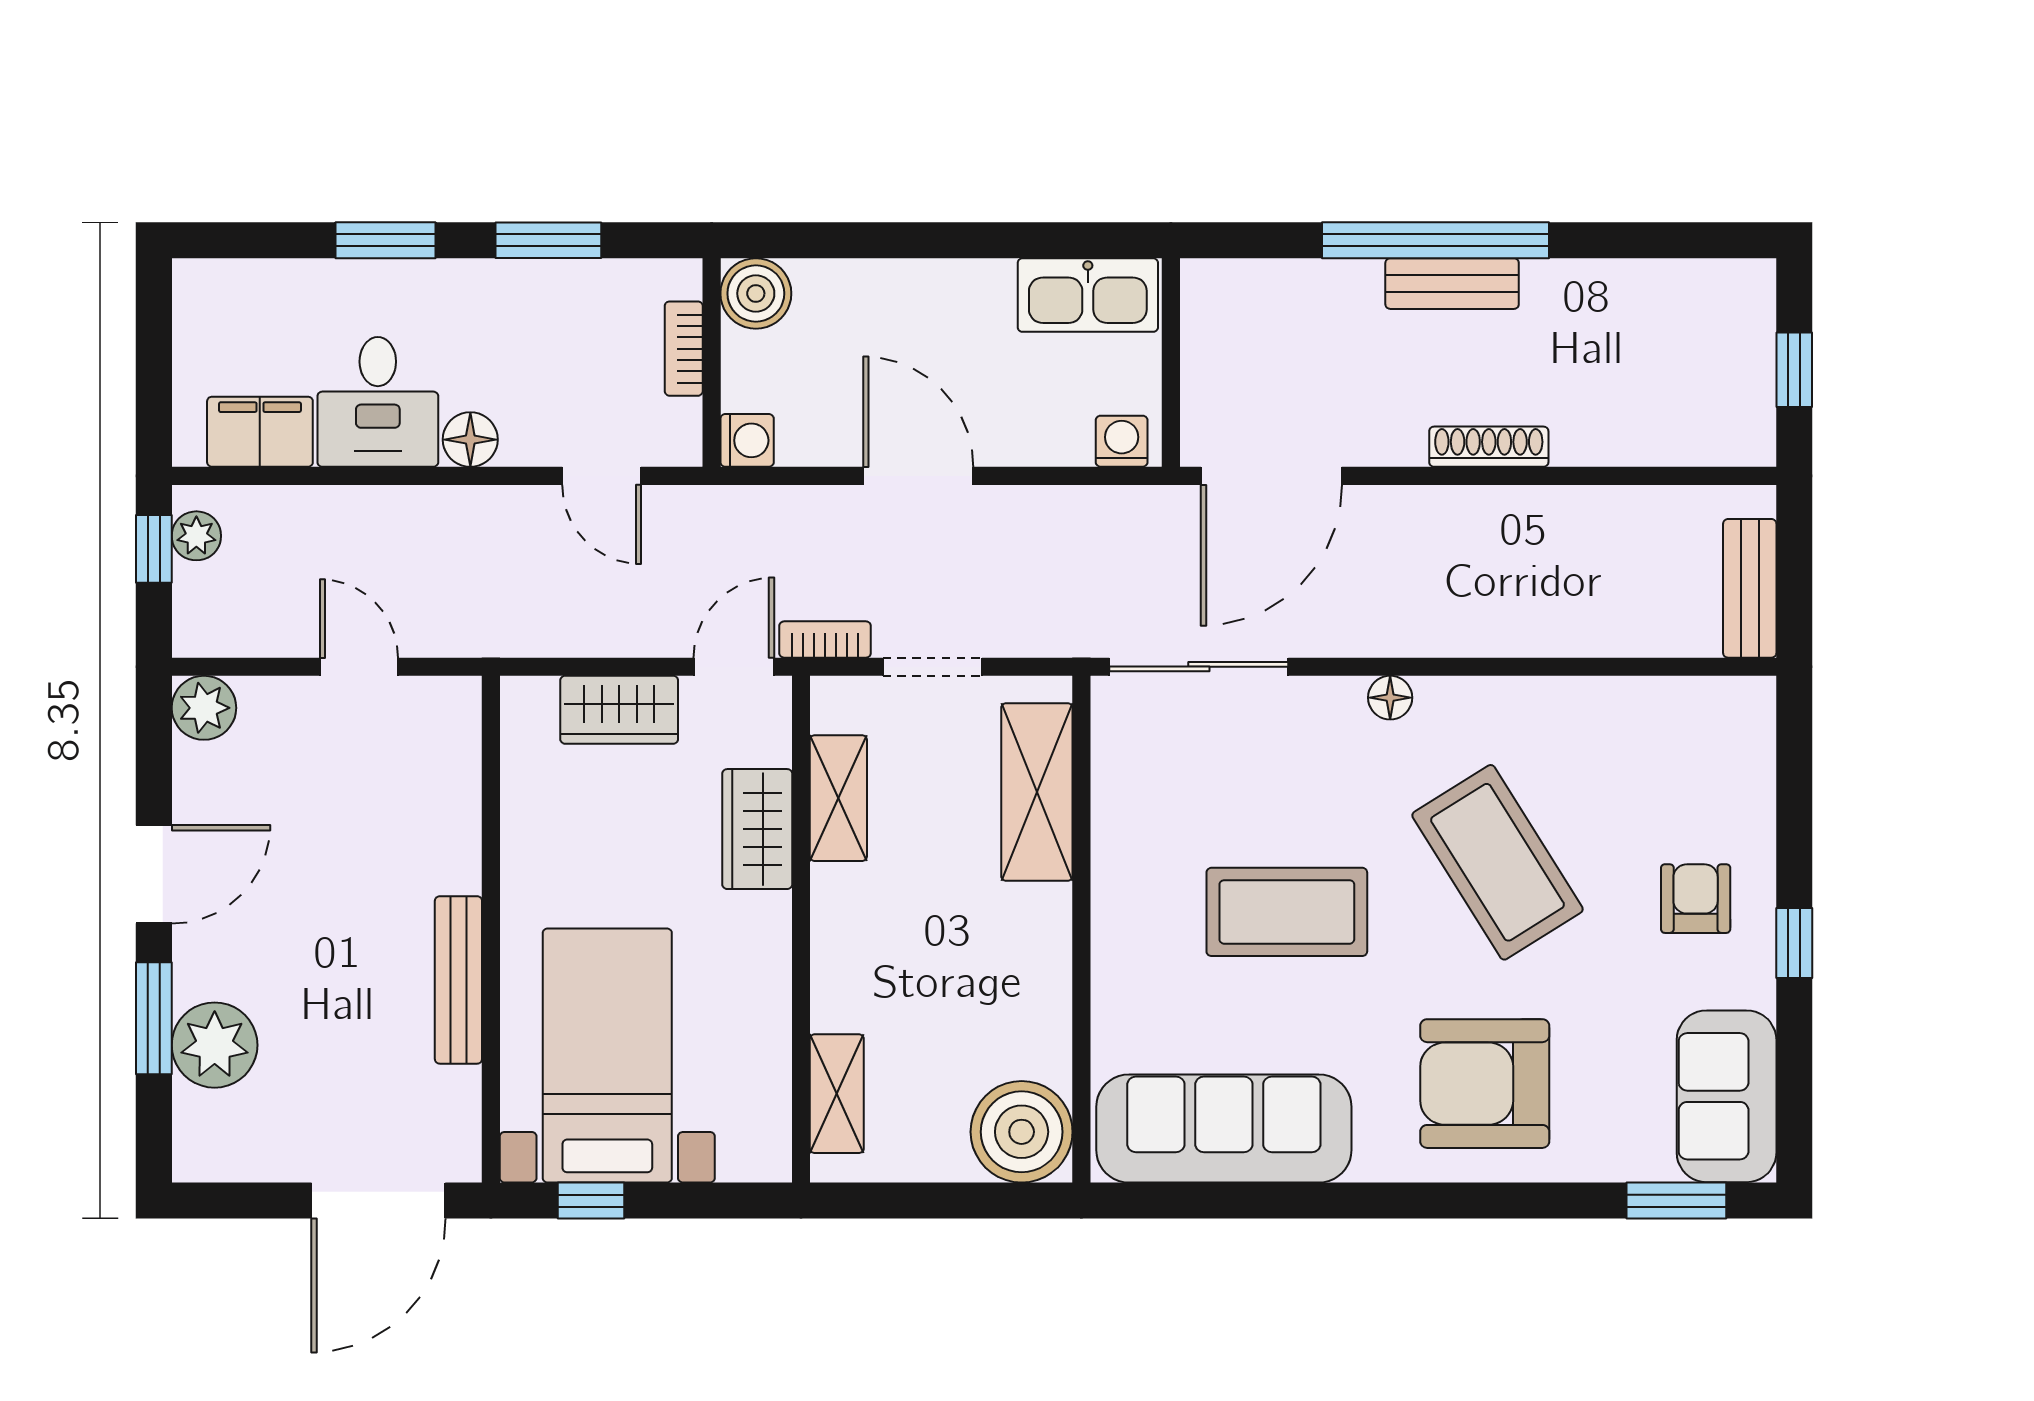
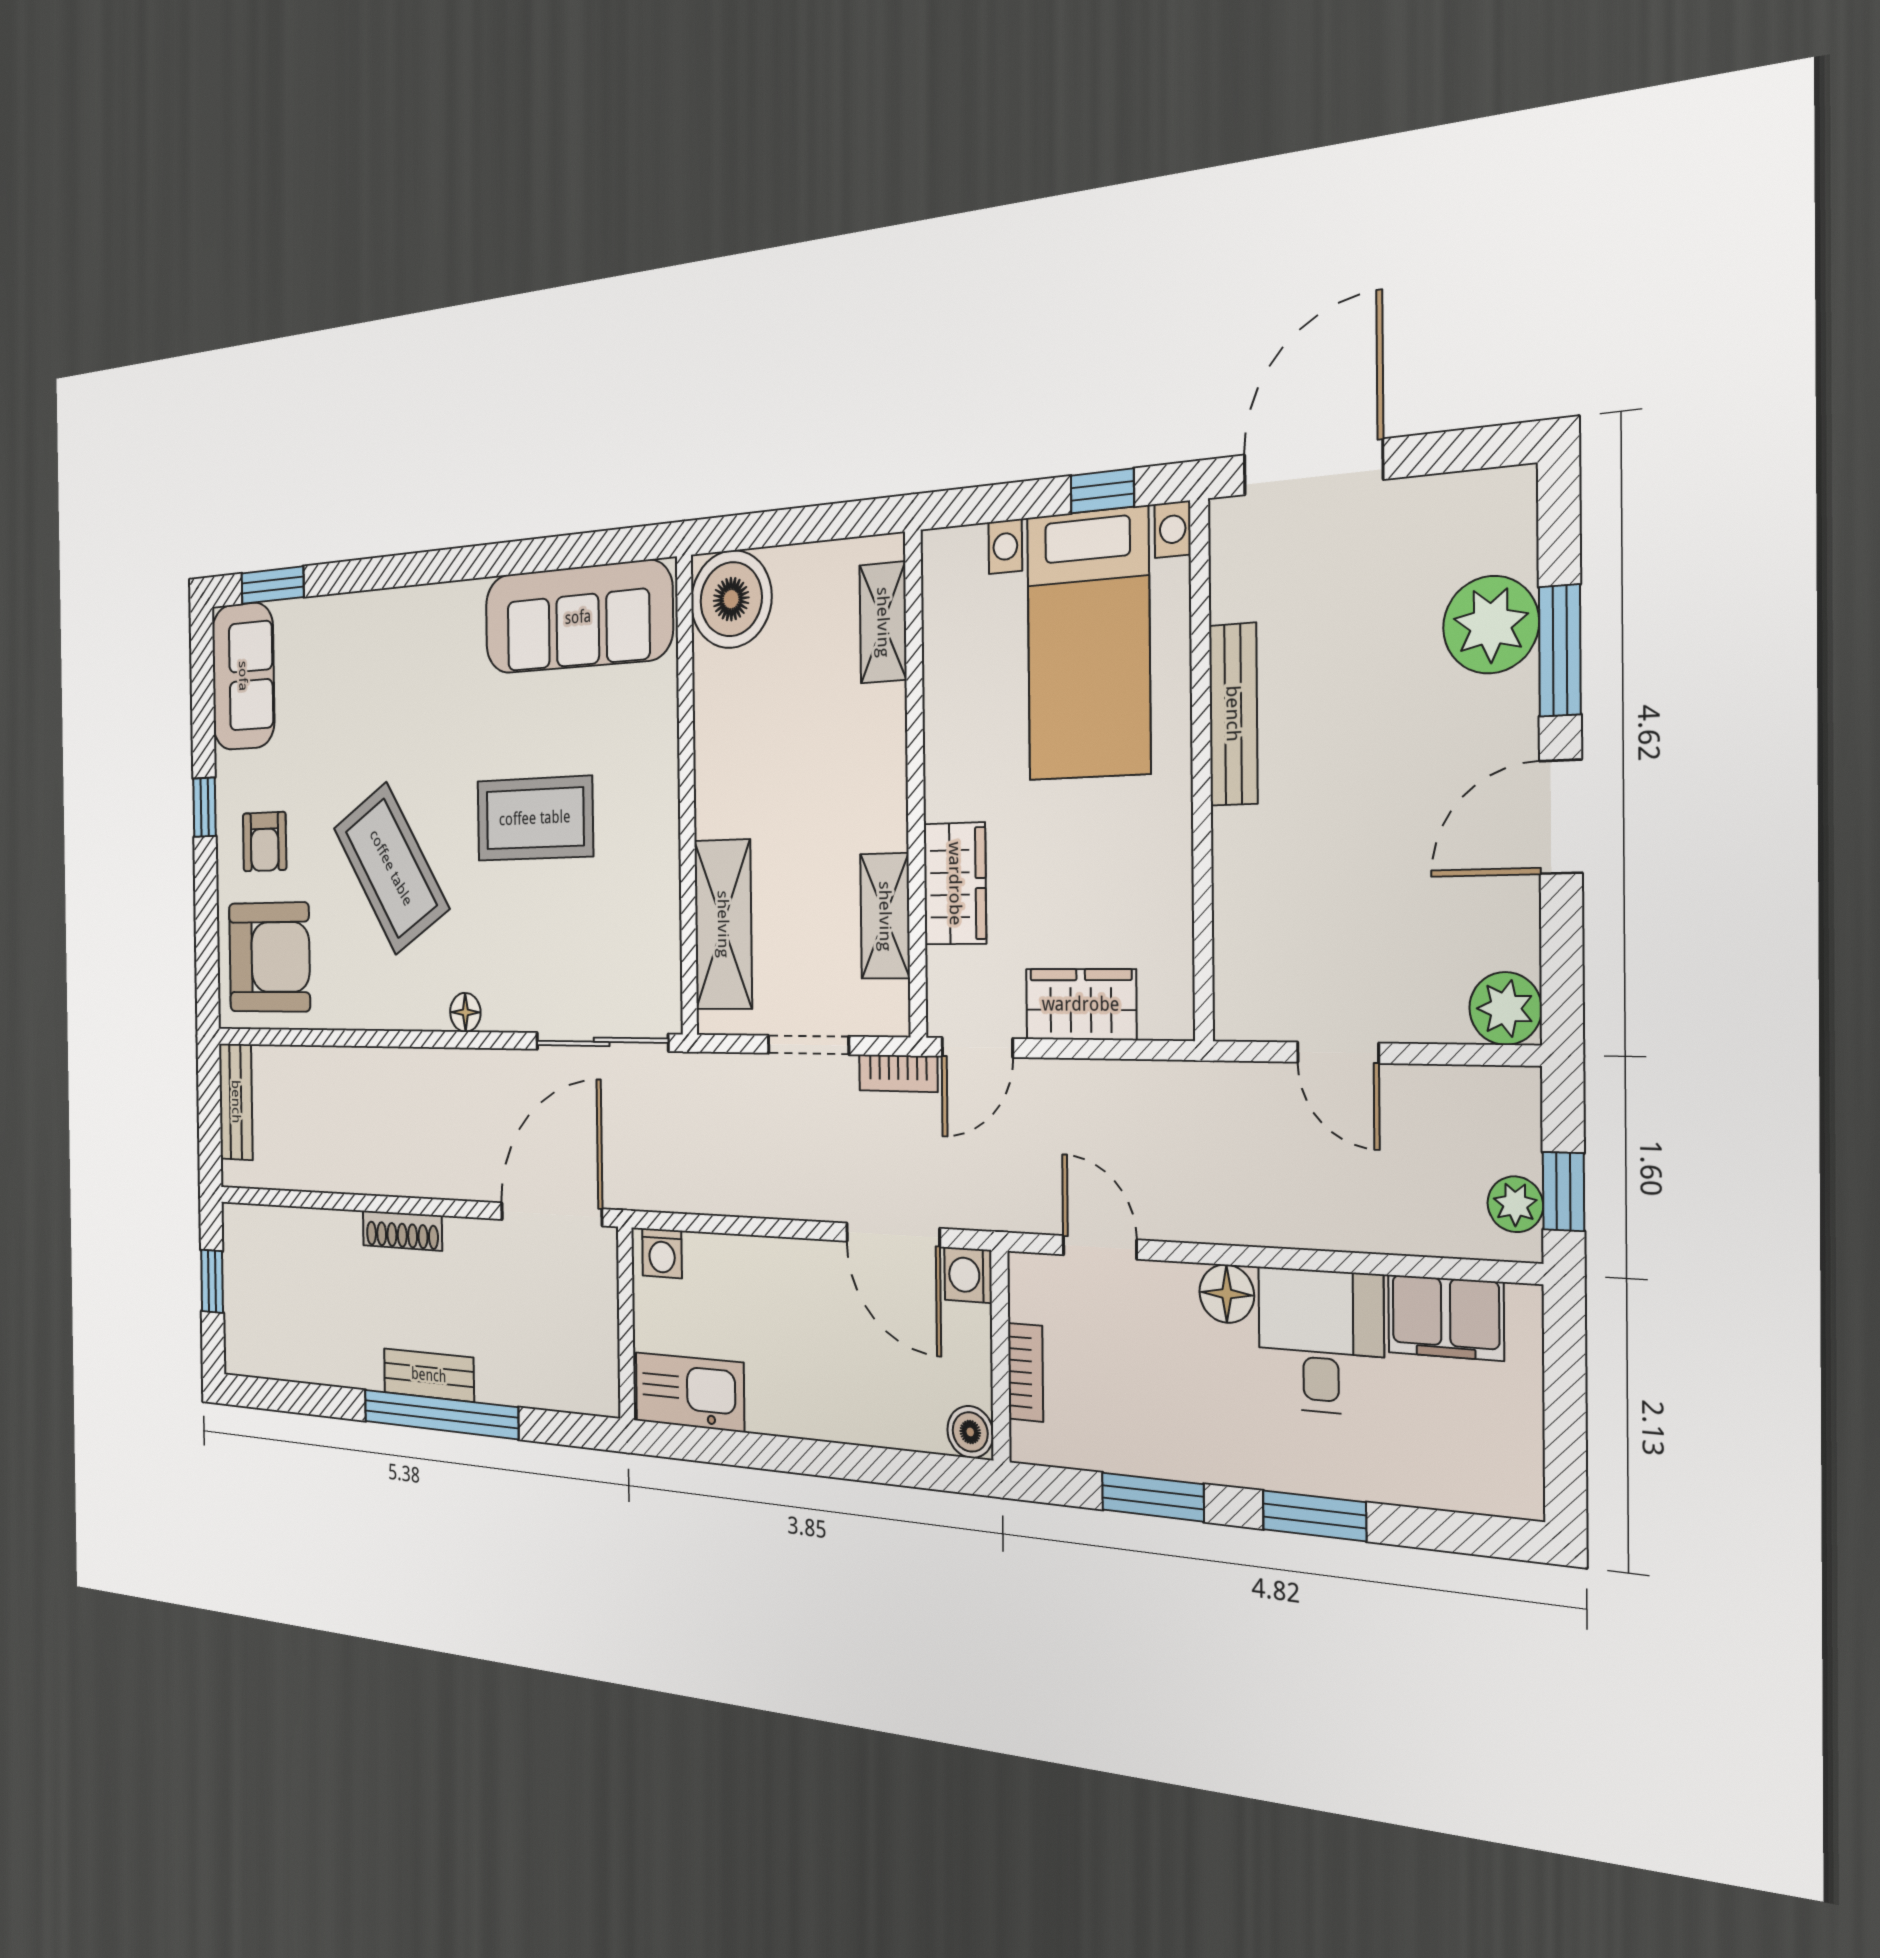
boiler: (756, 293) -> (970, 1432), width x0.73, depth x0.73
door: (918, 476) -> (893, 1235), moved
armchair: (1485, 1084) -> (269, 957), moved

